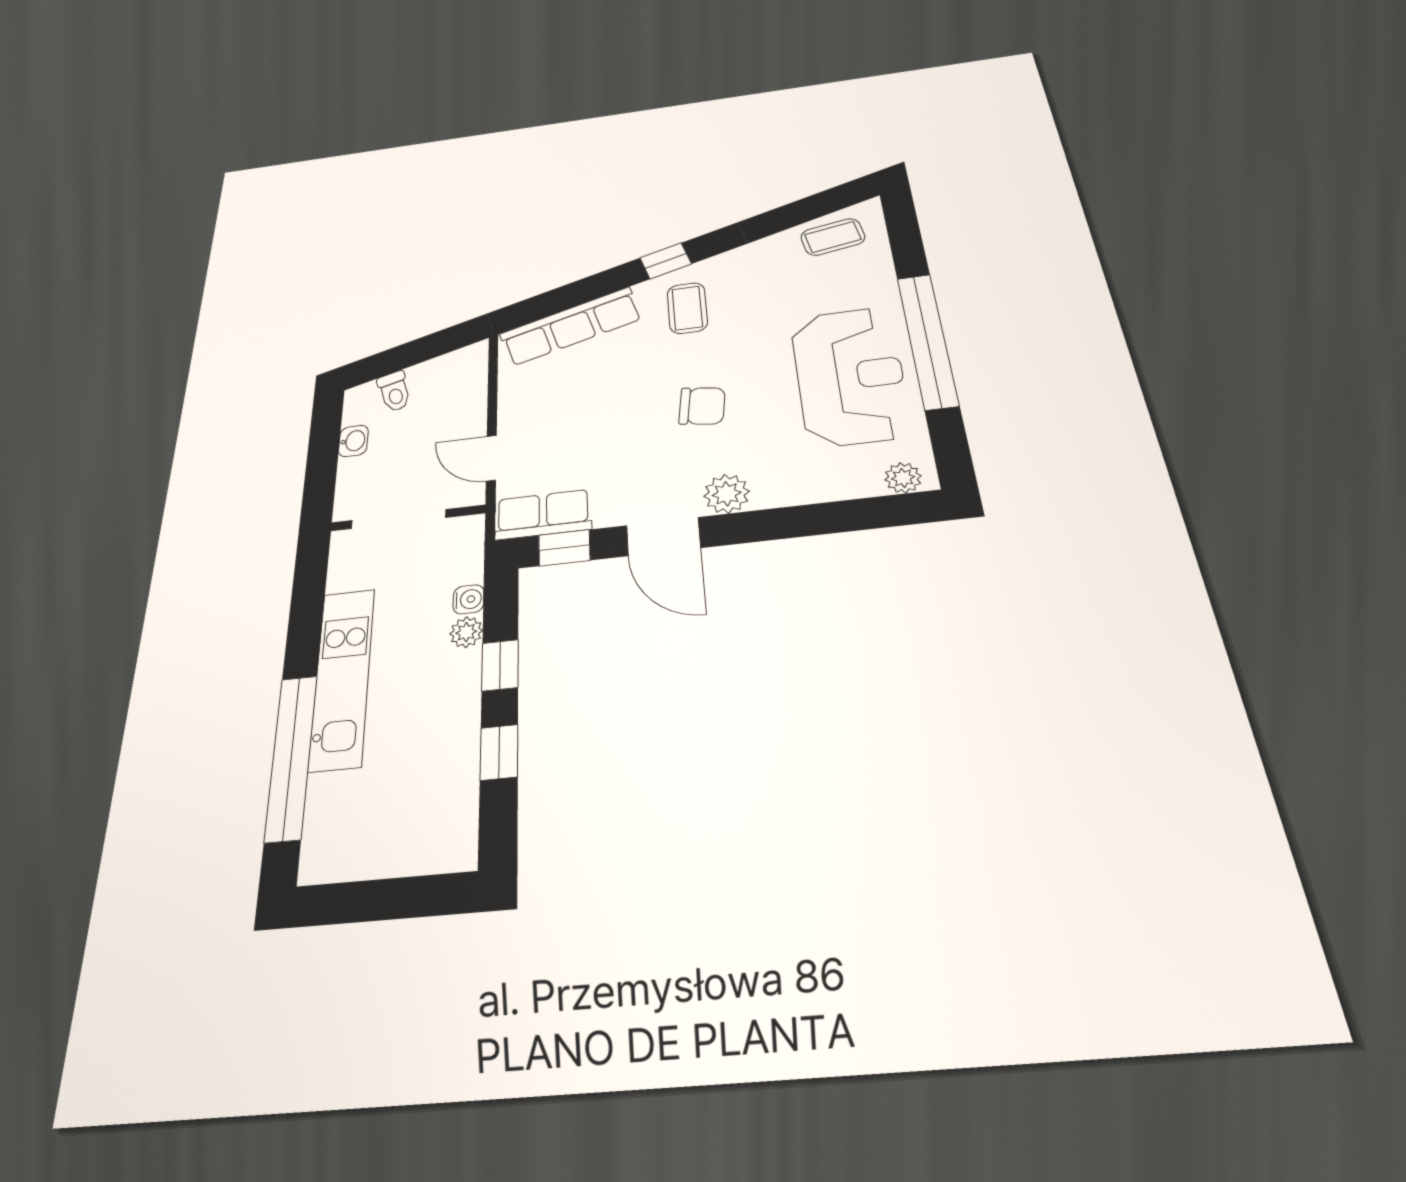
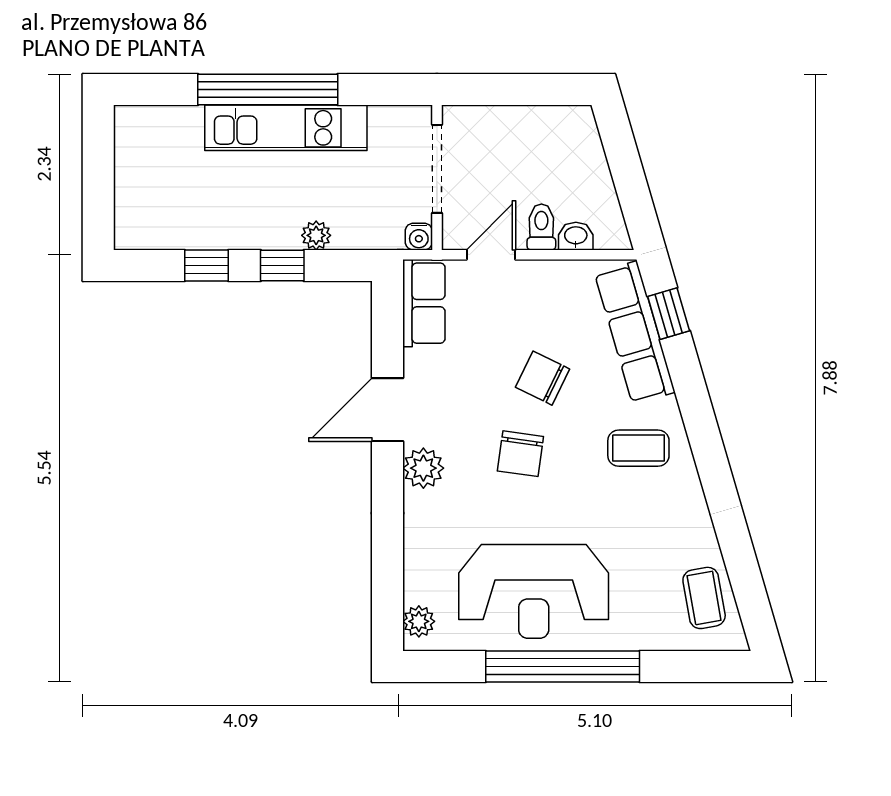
window: (666, 261) -> (669, 314), moved
toilet: (394, 391) -> (541, 227), moved, turned 106
chair: (620, 397) -> (543, 378), added
washbasin: (353, 441) -> (576, 236), moved, turned 180
window: (564, 548) -> (388, 322), removed
water cooler: (468, 599) -> (419, 237), moved
window: (291, 757) -> (268, 90), moved

